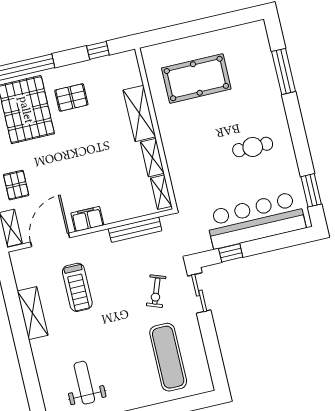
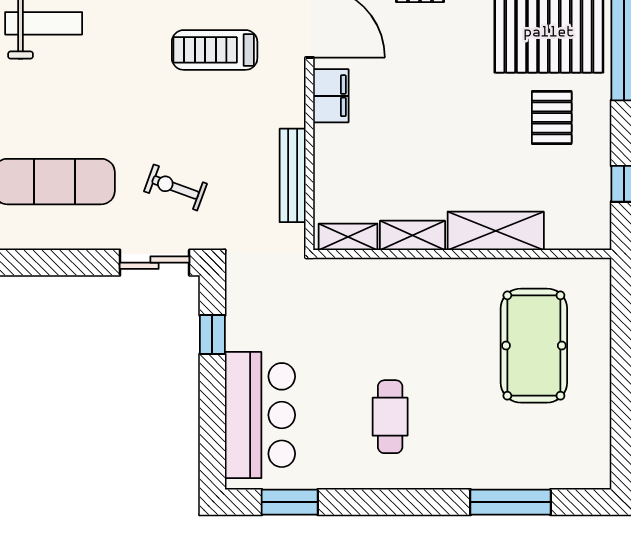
bar counter: (256, 220) -> (260, 415), width x0.73

